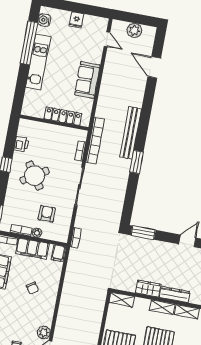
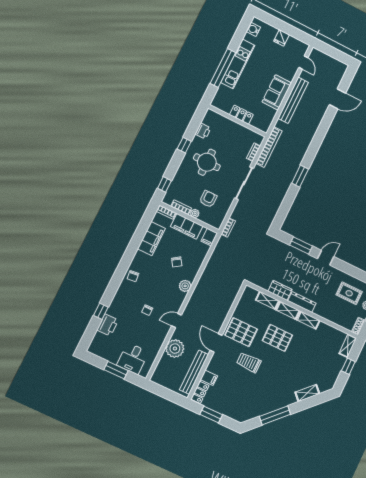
plant: (134, 30) -> (329, 62), removed
window: (29, 43) -> (223, 68), moved
door: (154, 67) -> (338, 99), swing flipped
locker: (63, 116) -> (241, 115), width x0.66
bench: (130, 133) -> (293, 100), moved
round table: (35, 176) -> (207, 162), turned 33
window: (143, 233) -> (301, 246), moved
shelving: (122, 300) -> (267, 300), moved
plant: (44, 333) -> (185, 286), moved

